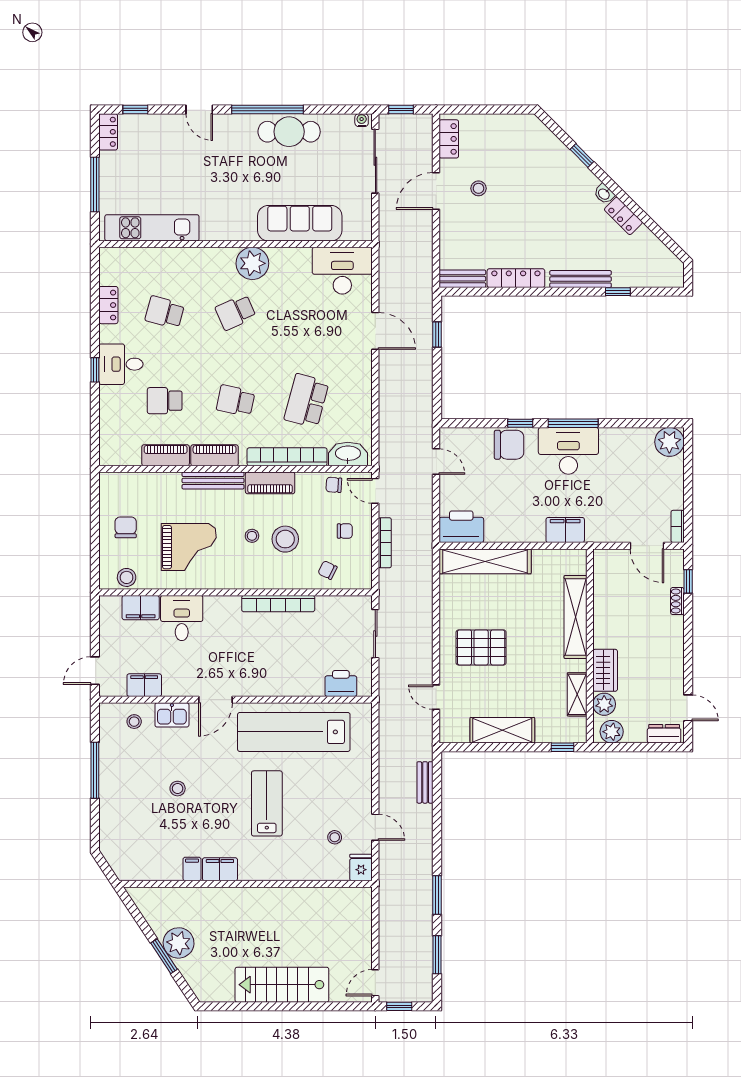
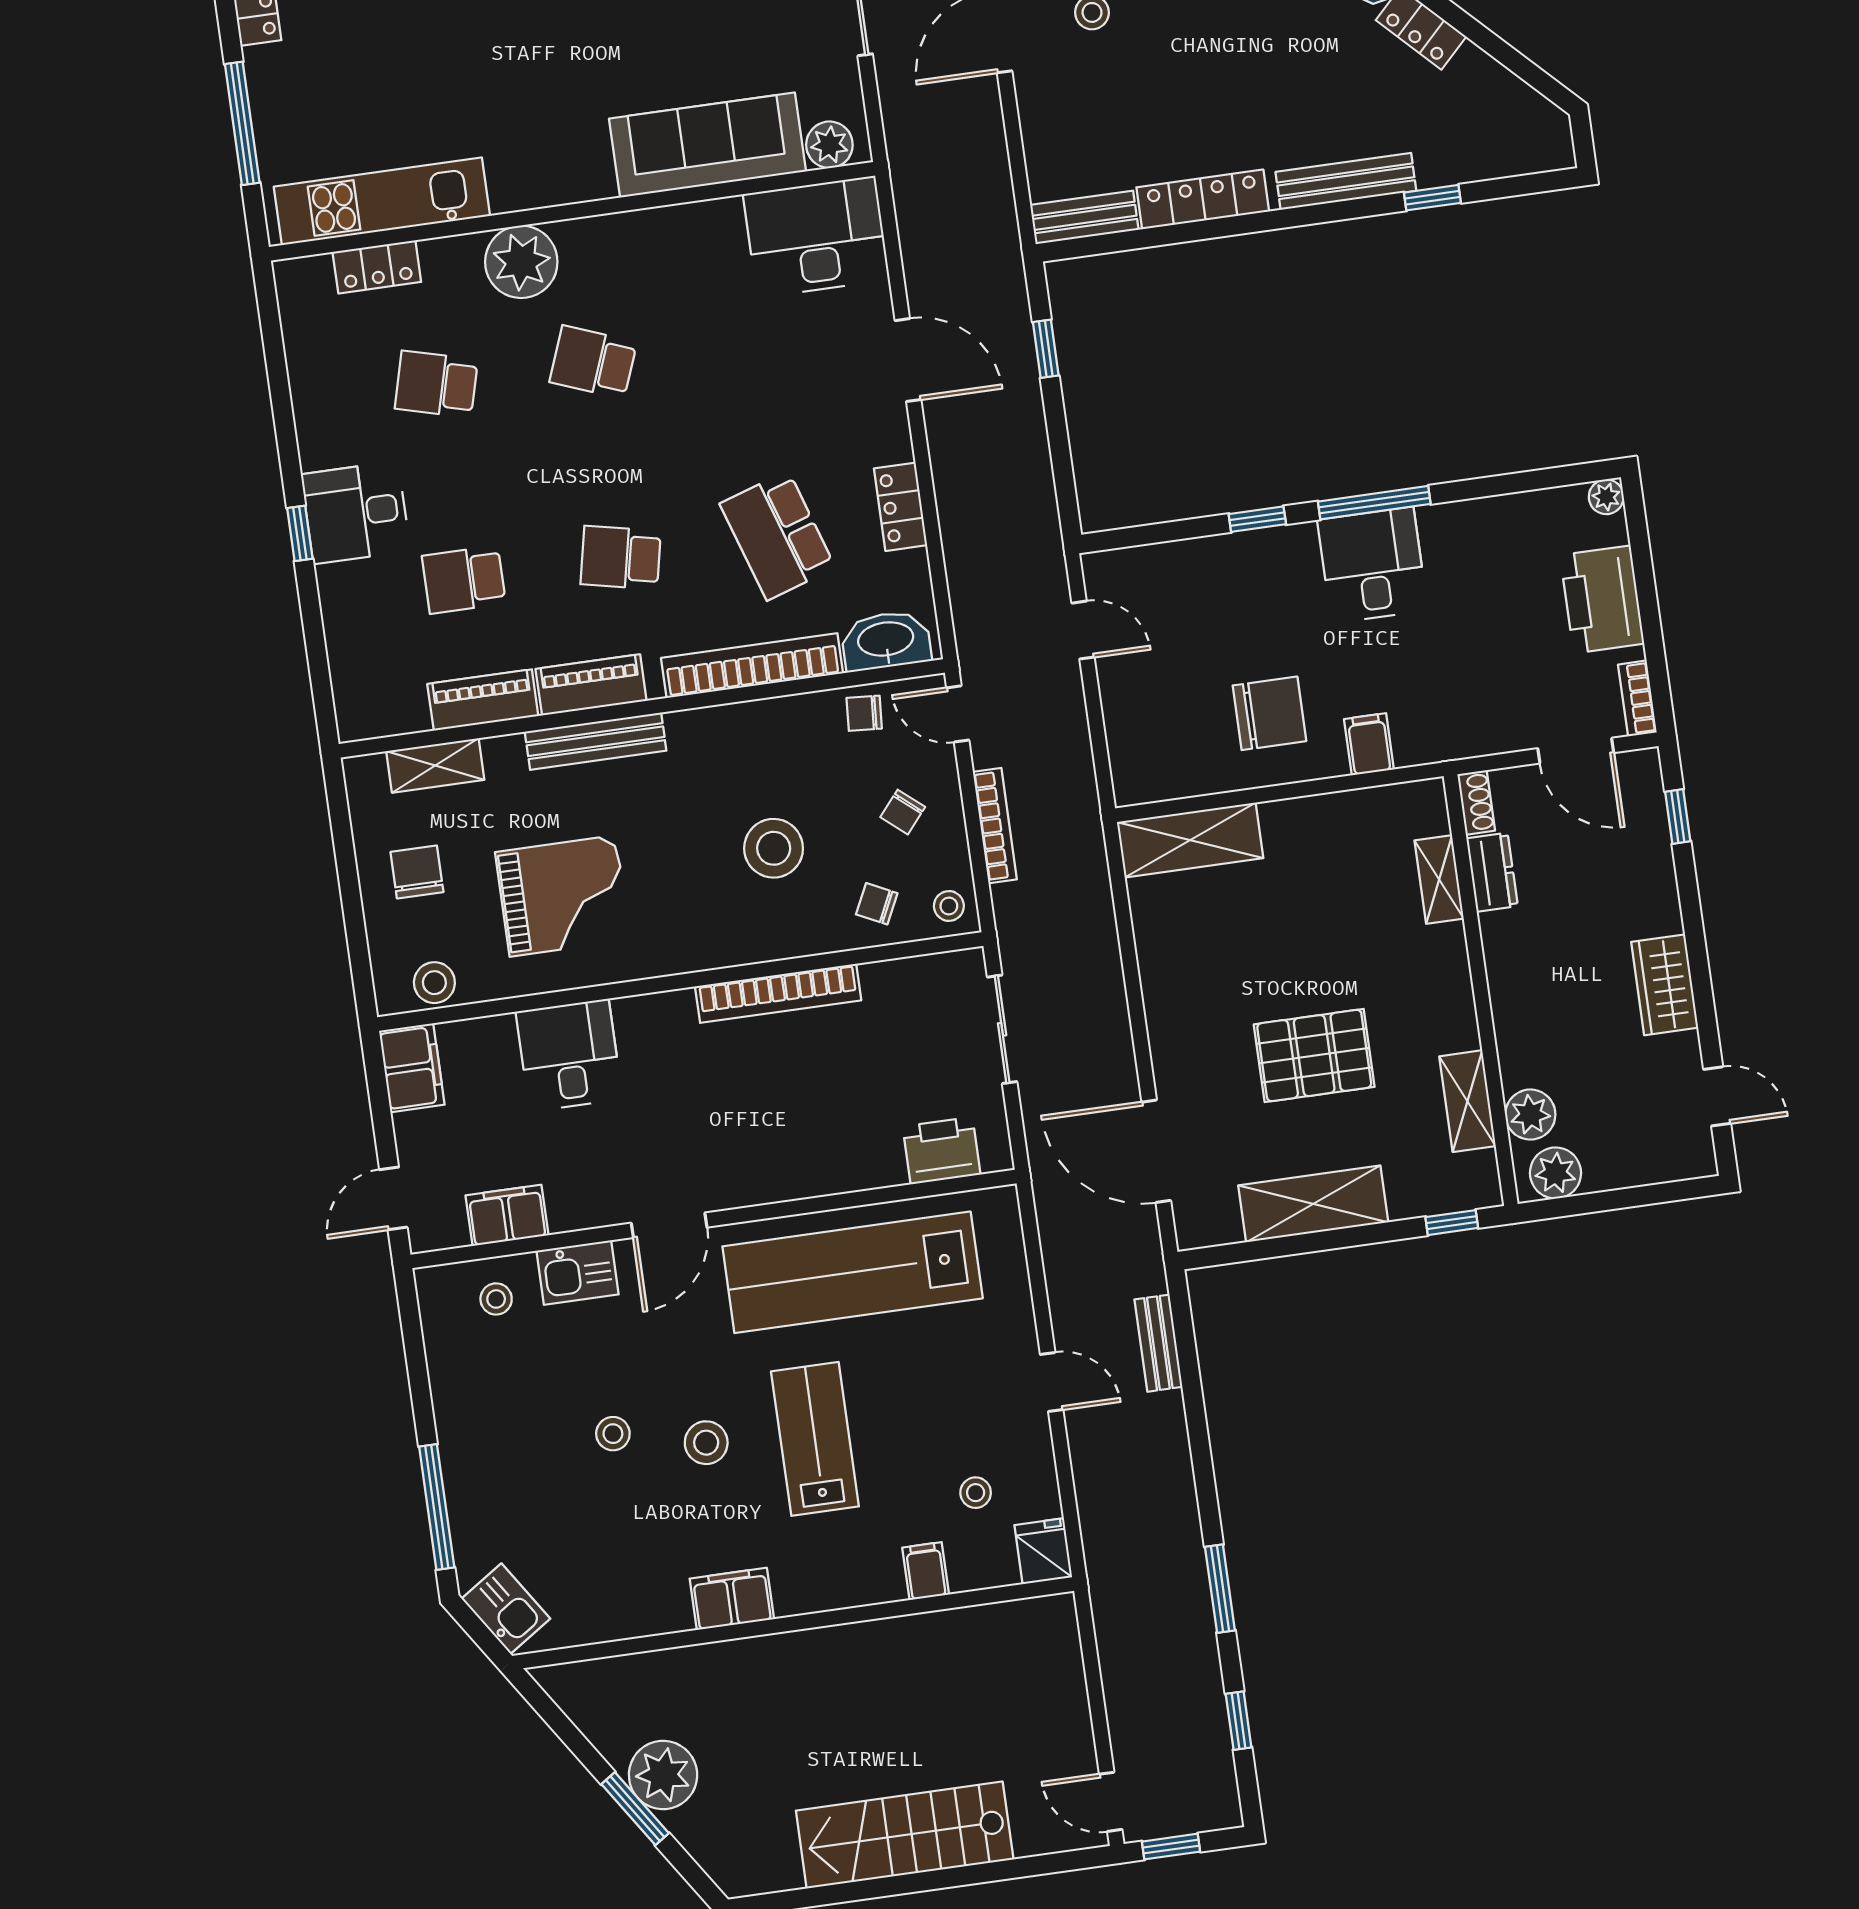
plant: (354, 231) -> (829, 145), added
plant: (252, 263) -> (521, 262), moved
locker: (108, 305) -> (377, 267), moved, turned 90
school desk: (236, 312) -> (593, 362), turned 45
locker: (363, 396) -> (901, 507), added
school desk: (306, 401) -> (778, 536), turned -33
plant: (669, 442) -> (1606, 497), width x0.53, depth x0.53
chair: (509, 445) -> (1269, 713), moved
desk: (568, 451) -> (1372, 565), width x0.73
shelving: (140, 481) -> (435, 766), added
piano: (270, 483) -> (723, 729), removed
printer: (461, 527) -> (1602, 599), moved, turned -90
filing cabinet: (565, 530) -> (1369, 744), width x0.50
chair: (345, 531) -> (903, 812), turned 130
stool: (252, 536) -> (949, 906), moved
shelving: (485, 561) -> (1190, 840), width x0.68
shoe rack: (677, 601) -> (1476, 802), moved, turned 180
filing cabinet: (141, 608) -> (412, 1068), moved, turned -90
shelving: (576, 617) -> (1439, 879), width x0.45, depth x0.75
pallet: (481, 647) -> (1314, 1056), moved
wardrobe: (605, 670) -> (1665, 985), moved, turned 180
door: (436, 697) -> (1156, 1151), width x1.88
dresser: (664, 734) -> (1492, 872), moved, turned 90
window: (95, 770) -> (437, 1507), moved
stool: (218, 798) -> (706, 1443), added
door: (375, 827) -> (1052, 1382), moved
kitchen sink: (119, 859) -> (506, 1609), added
filing cabinet: (192, 869) -> (926, 1571), moved
window: (437, 955) -> (1239, 1721), width x0.67
door: (375, 983) -> (1111, 1802), hinge flipped

